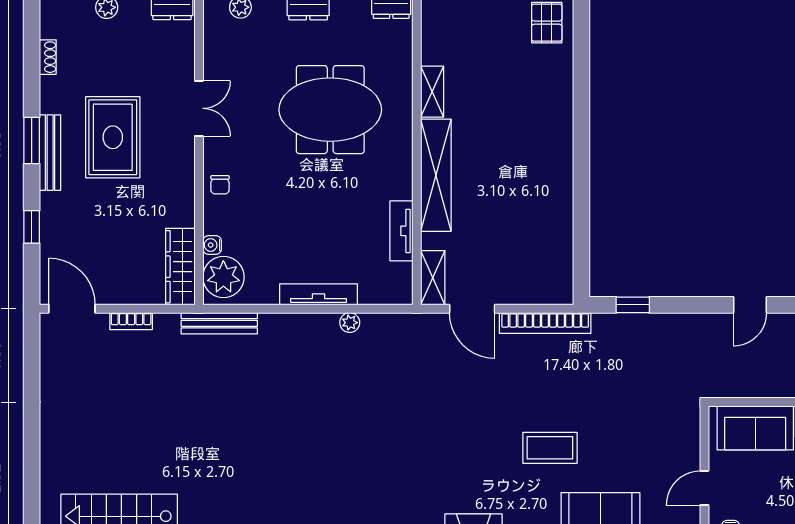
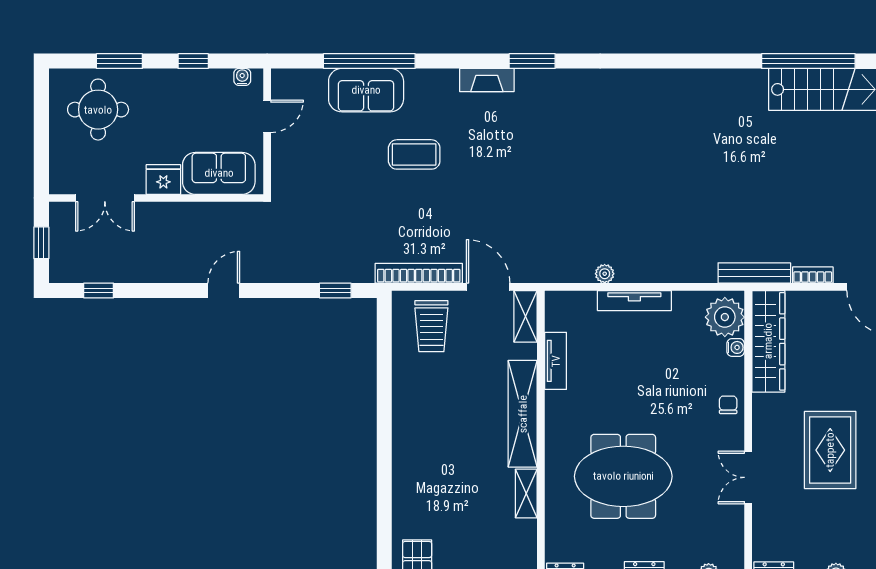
wardrobe: (180, 267) -> (768, 341), width x1.40, depth x1.17
trolley: (532, 267) -> (431, 326), added
bench: (219, 323) -> (754, 273), moved

